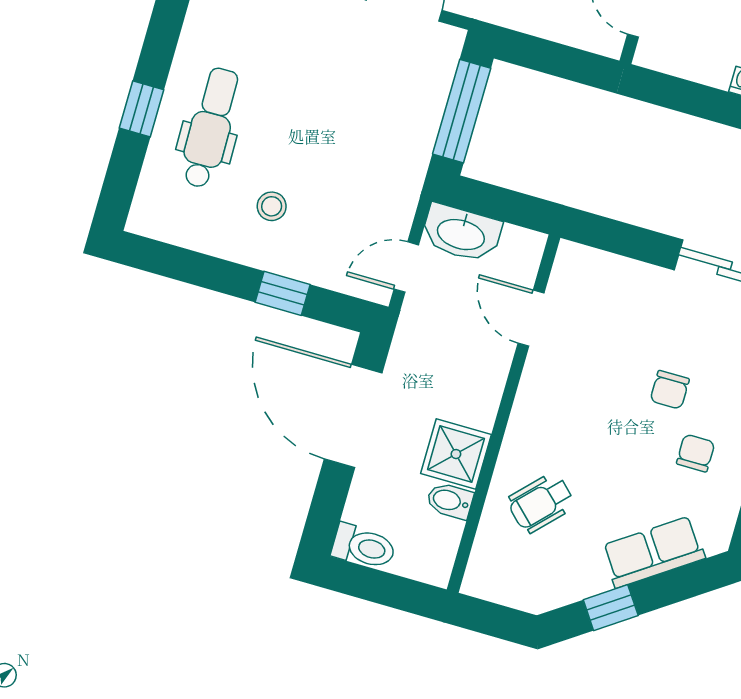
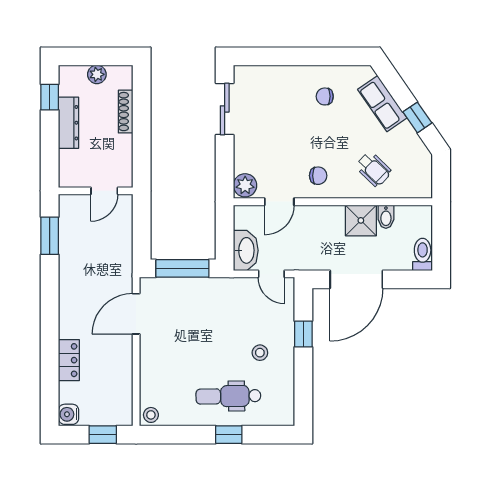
plant: (578, 265) -> (245, 185), added
chair: (670, 390) -> (318, 176), moved

